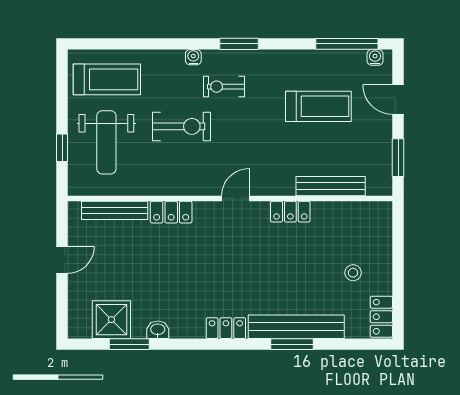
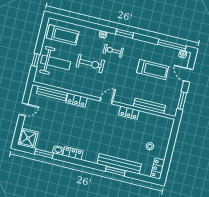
weight bench: (106, 142) -> (56, 62), turned -90
shower: (111, 320) -> (28, 138), moved
locker: (226, 328) -> (73, 153), moved

